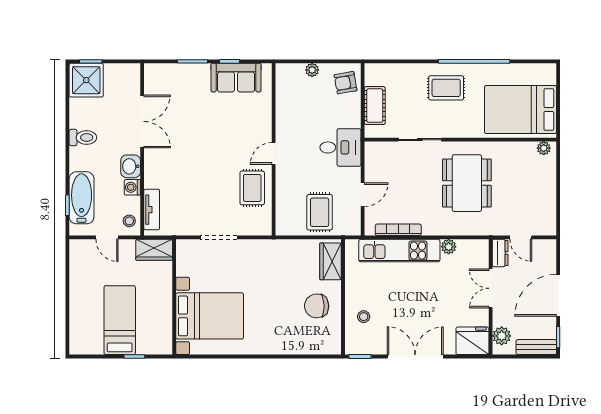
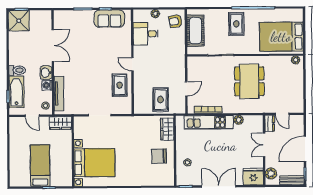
rug: (446, 88) -> (236, 24), turned 90
cot: (375, 106) -> (195, 31), width x1.37, depth x1.34
toilet: (83, 137) -> (17, 70), moved
desk: (340, 147) -> (146, 34), moved, turned 180
door: (274, 153) -> (132, 64), hinge flipped
tv unit: (152, 210) -> (59, 94), width x1.41

